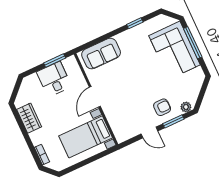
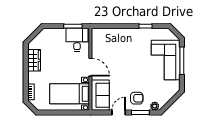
sofa: (101, 54) -> (100, 95), moved, turned -90
desk: (54, 79) -> (77, 40), moved
door: (95, 97) -> (90, 67), swing flipped
door: (149, 132) -> (119, 113), swing flipped

